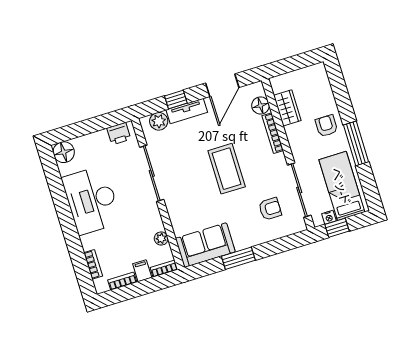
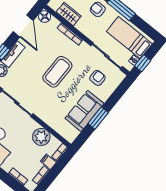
floor lamp: (261, 105) -> (45, 16), moved
coffee table: (227, 169) -> (57, 72), turned 90
plant: (161, 238) -> (41, 137), width x1.87, depth x1.87
sofa: (205, 245) -> (84, 111), moved

